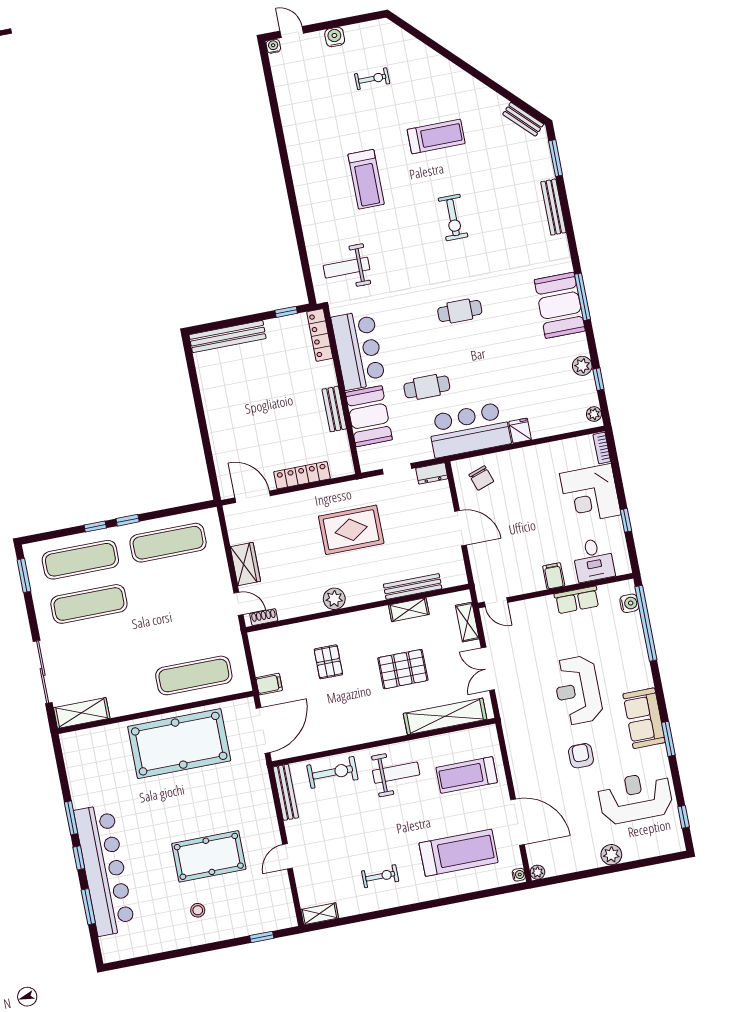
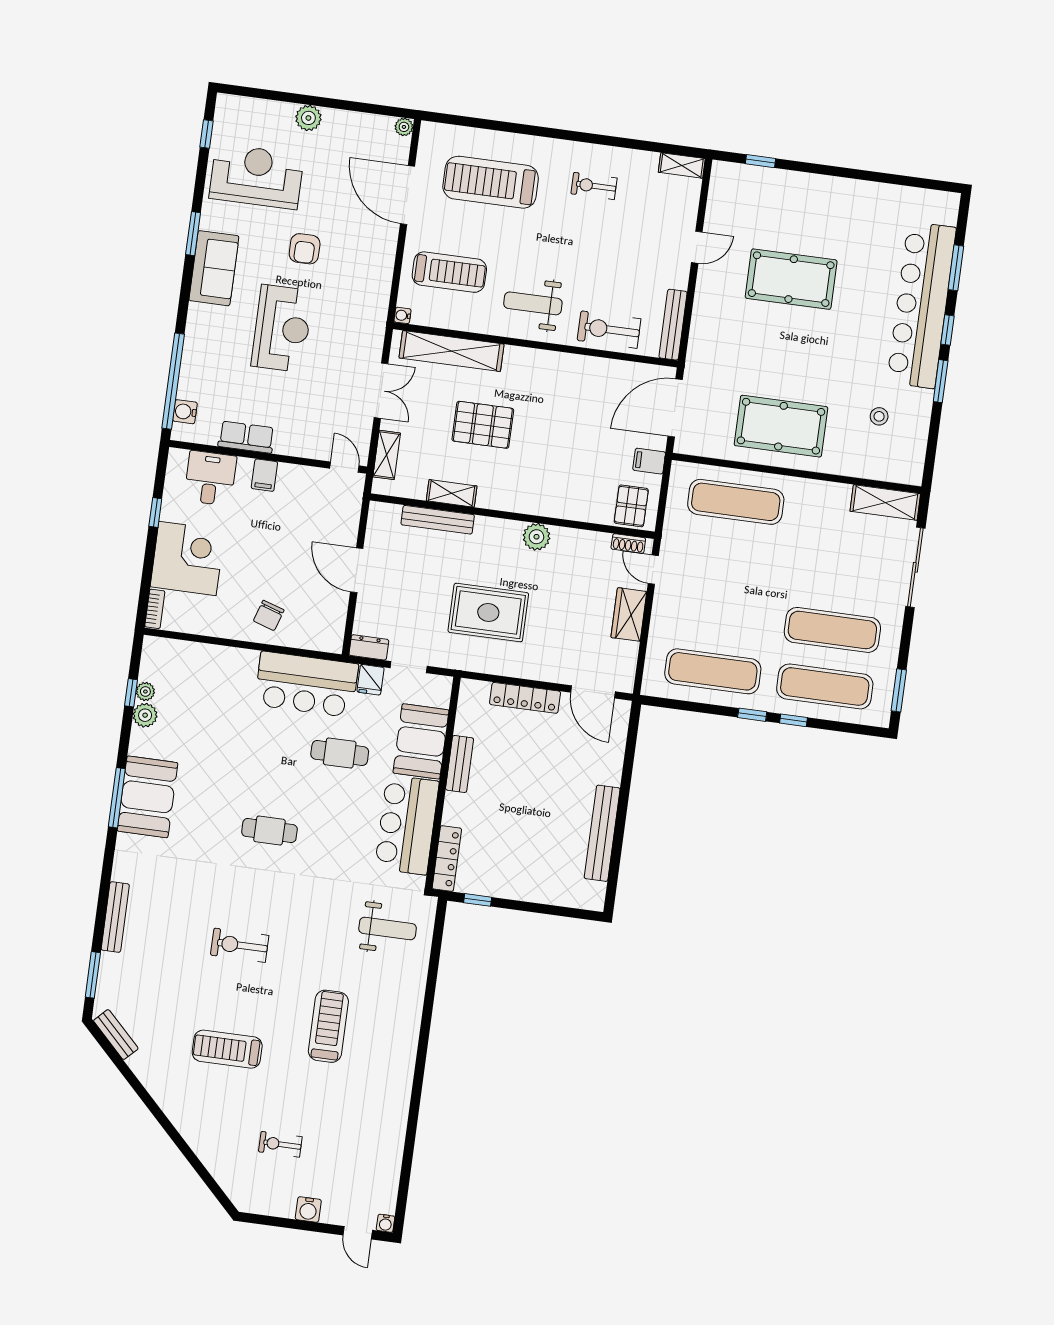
exercise bike: (453, 217) -> (240, 945), turned -90
bench: (228, 337) -> (602, 833), moved, turned 90
plant: (594, 414) -> (145, 692), moved
fridge: (520, 431) -> (371, 680), moved
chair: (481, 478) -> (269, 615), moved, turned -143
pallet: (328, 662) -> (631, 506), moved
pool table: (179, 744) -> (781, 426), width x0.73, depth x0.76
reception desk: (635, 798) -> (256, 176), turned 180
water cooler: (519, 875) -> (402, 315), moved
stool: (198, 910) -> (879, 416), moved

